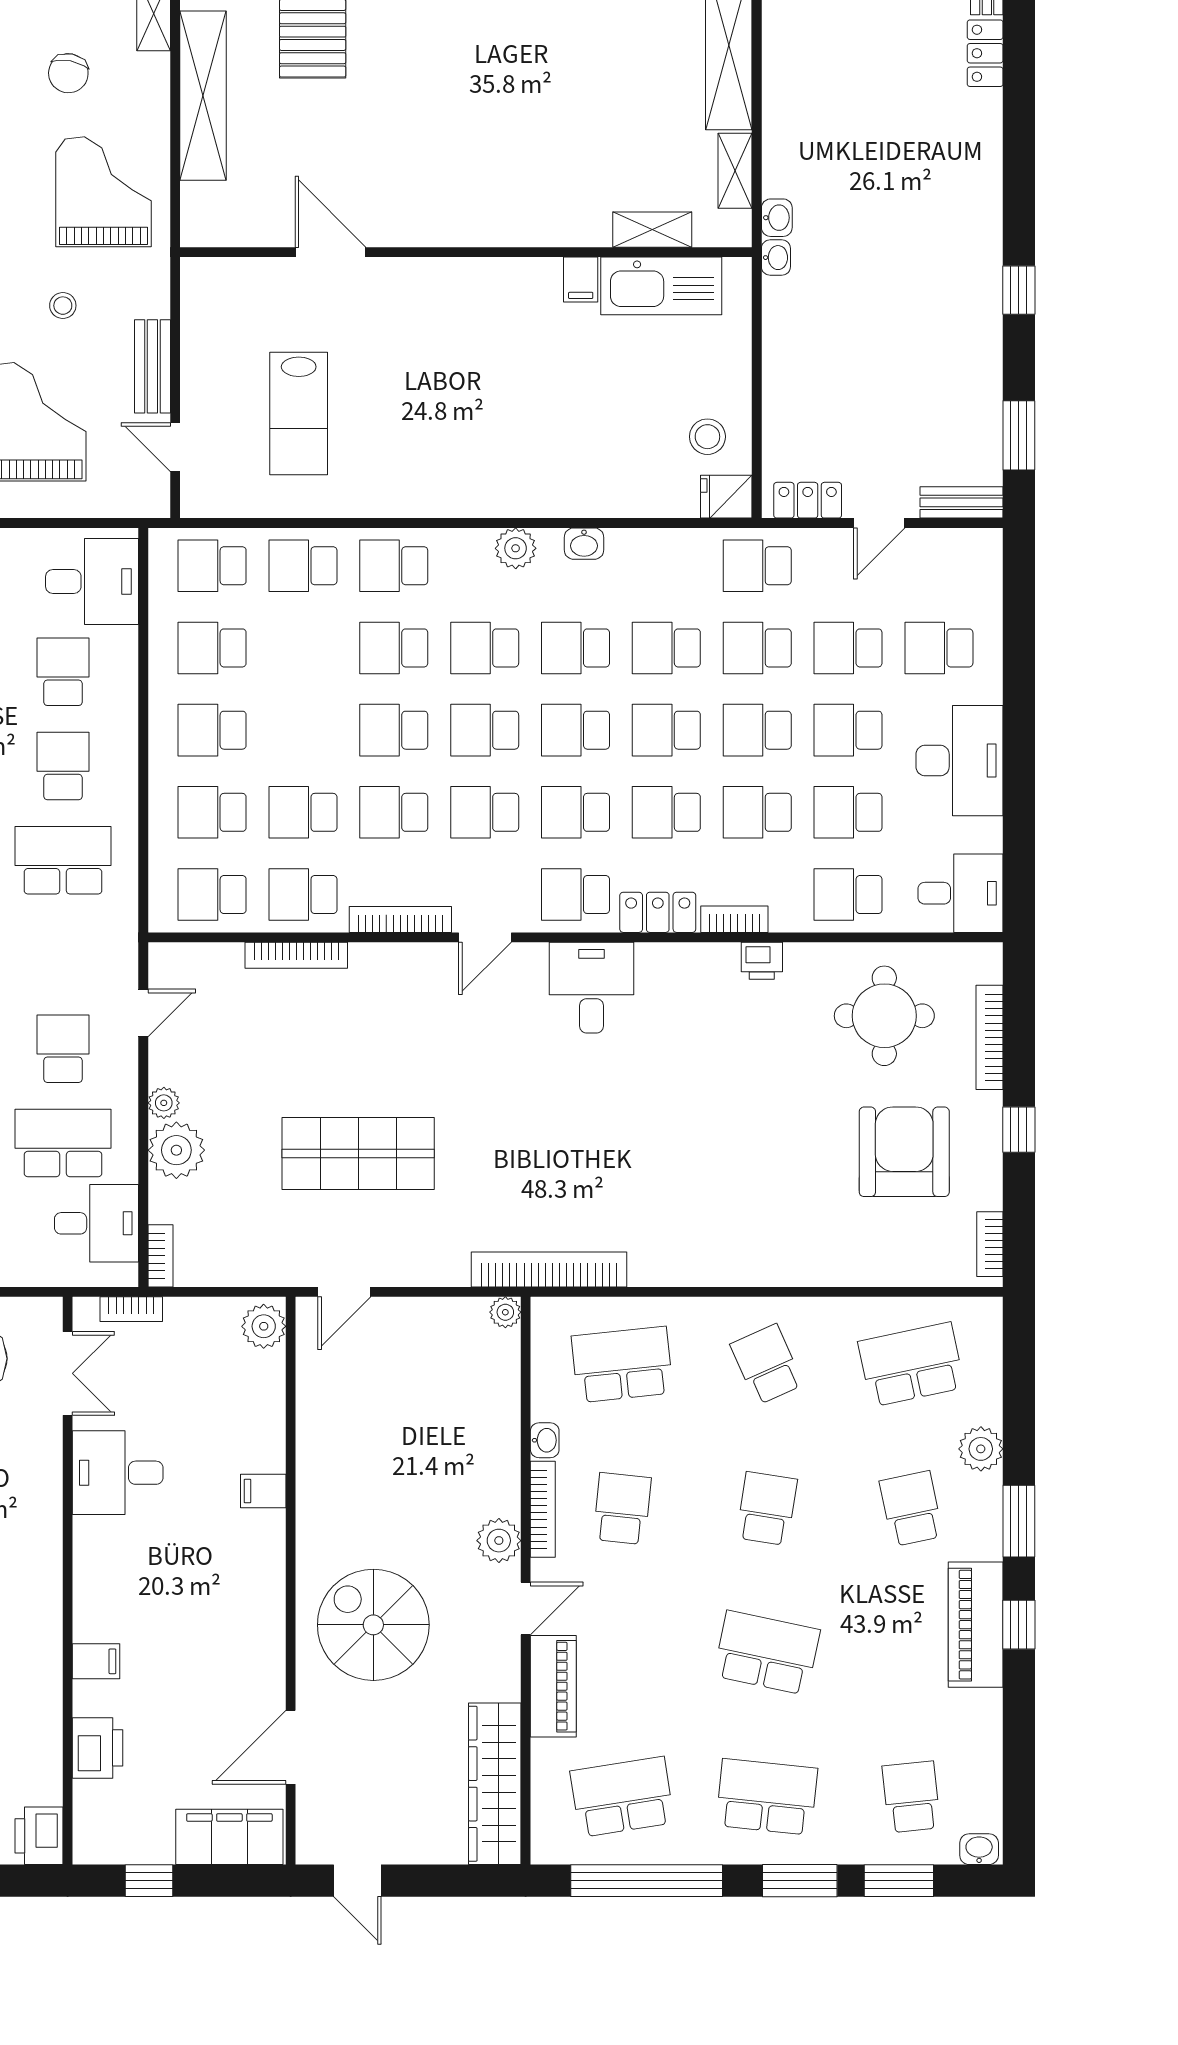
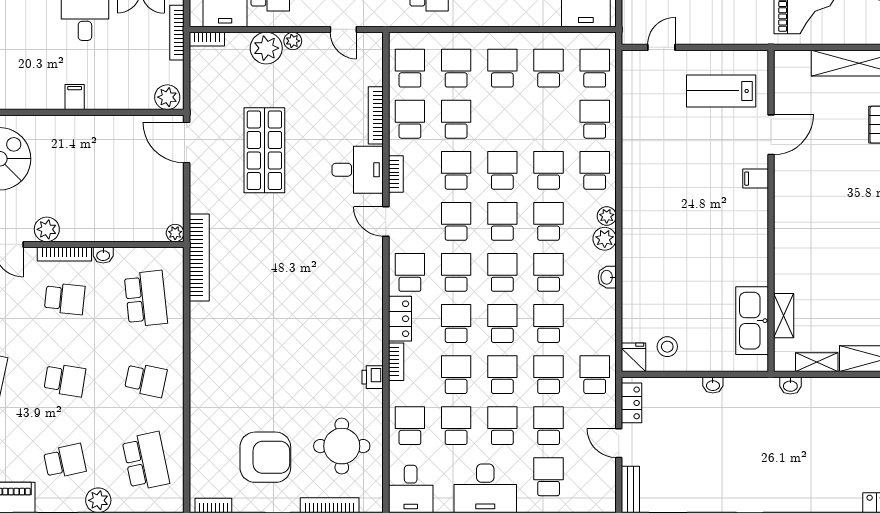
washbasin: (776, 258) -> (713, 385), moved
filing cabinet: (581, 280) -> (756, 179), moved
bench: (152, 366) -> (707, 35), removed
lab bench: (299, 413) -> (721, 91), moved
plant: (475, 544) -> (607, 216), added
bookcase: (400, 919) -> (396, 174), width x0.64
desk: (591, 988) -> (358, 170), moved
door: (344, 1292) -> (187, 143), width x1.38
bookcase: (131, 1309) -> (177, 33), width x1.56
school desk: (767, 1364) -> (146, 380), turned 36

